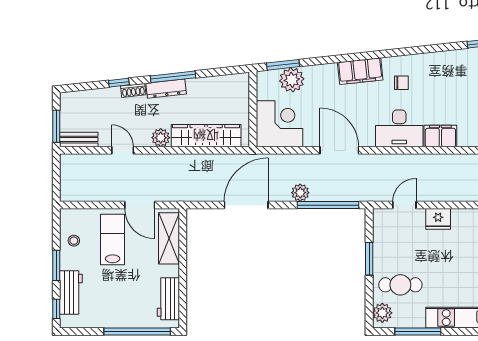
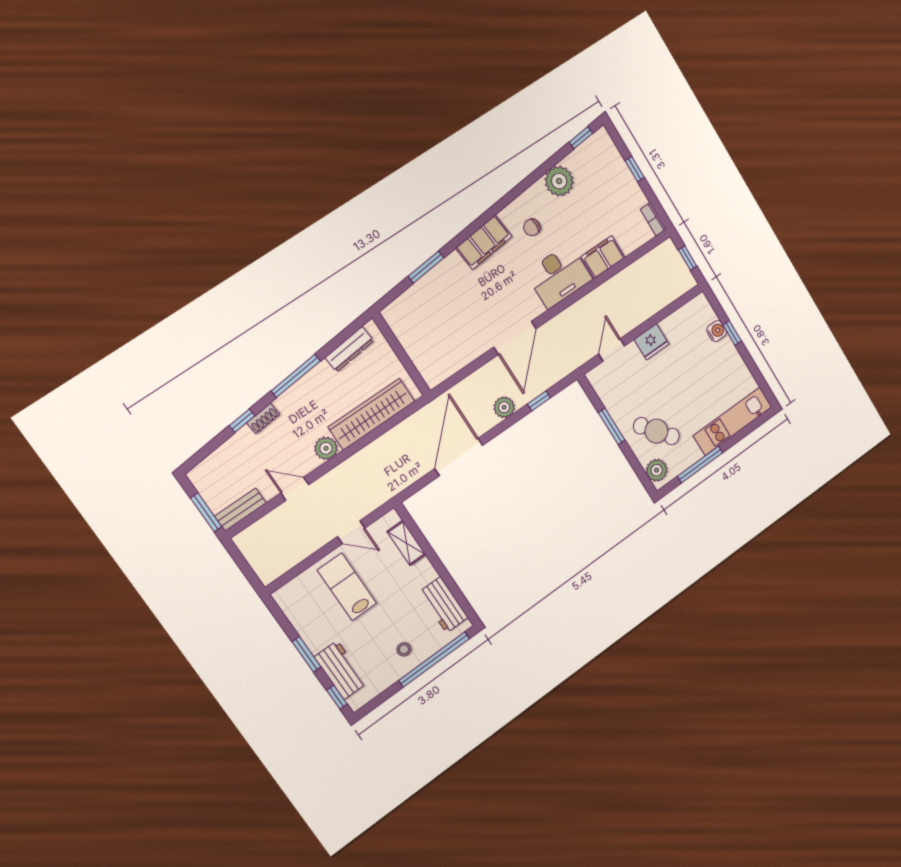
window: (283, 65) -> (426, 267), moved
plant: (292, 80) -> (559, 181), moved
chair: (401, 83) -> (532, 227), turned 180
dresser: (166, 89) -> (349, 349), moved
corner desk: (279, 124) -> (438, 351), removed
door: (339, 150) -> (515, 338), swing flipped
door: (140, 205) -> (351, 532), width x0.73
window: (328, 205) -> (539, 401), width x0.32
shelving: (169, 238) -> (406, 543), width x0.67, depth x0.75
stool: (74, 241) -> (404, 649), moved
cafe table: (400, 285) -> (656, 431), turned 52

